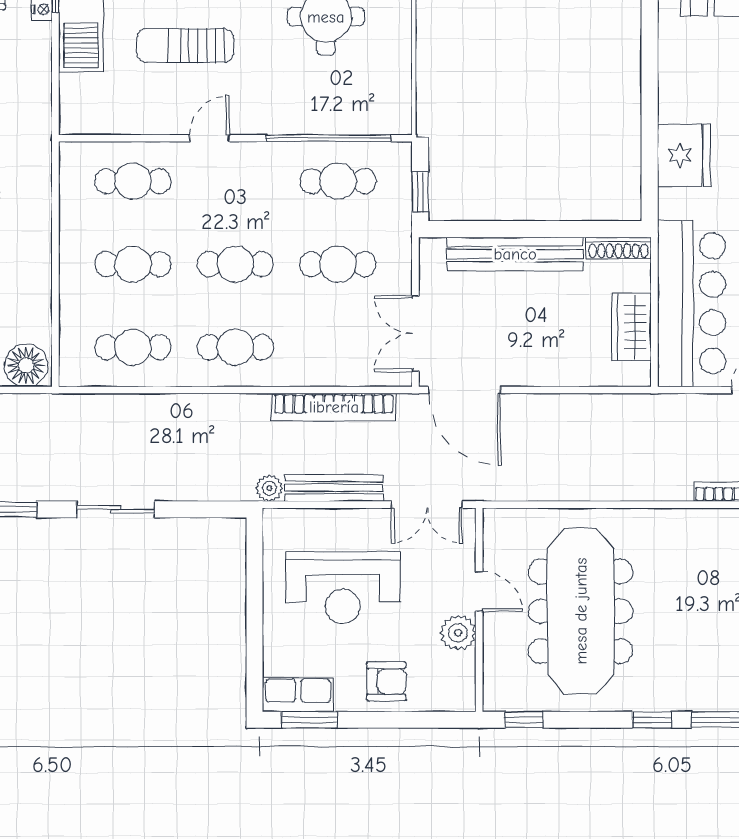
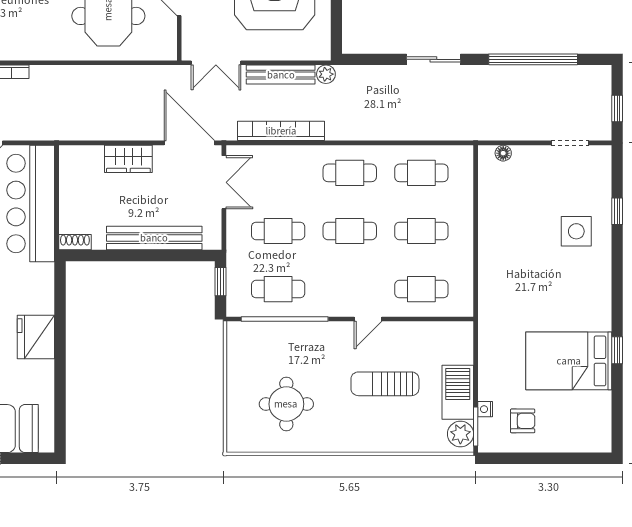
sun lounger: (185, 46) -> (385, 384), turned 180
fridge: (684, 155) -> (36, 337), moved
shoe rack: (618, 248) -> (75, 242), width x0.70
wardrobe: (632, 327) -> (128, 159), moved, turned 90
floor lamp: (26, 365) -> (503, 153), width x0.53, depth x0.53
double door: (427, 505) -> (216, 63), swing flipped

